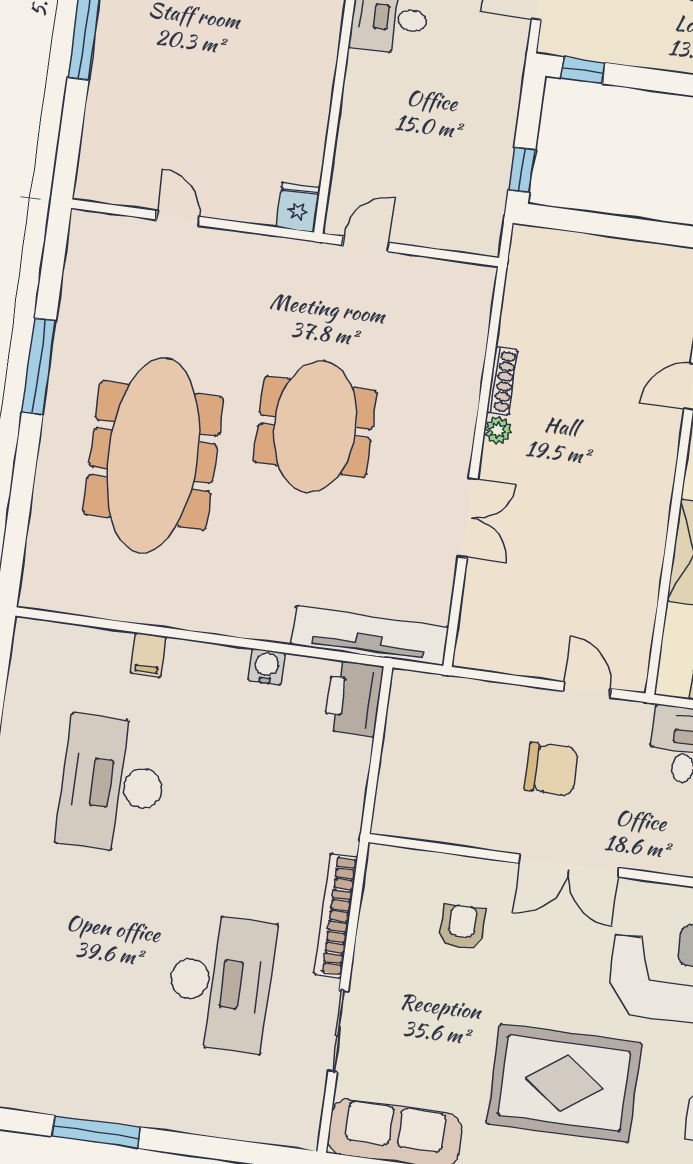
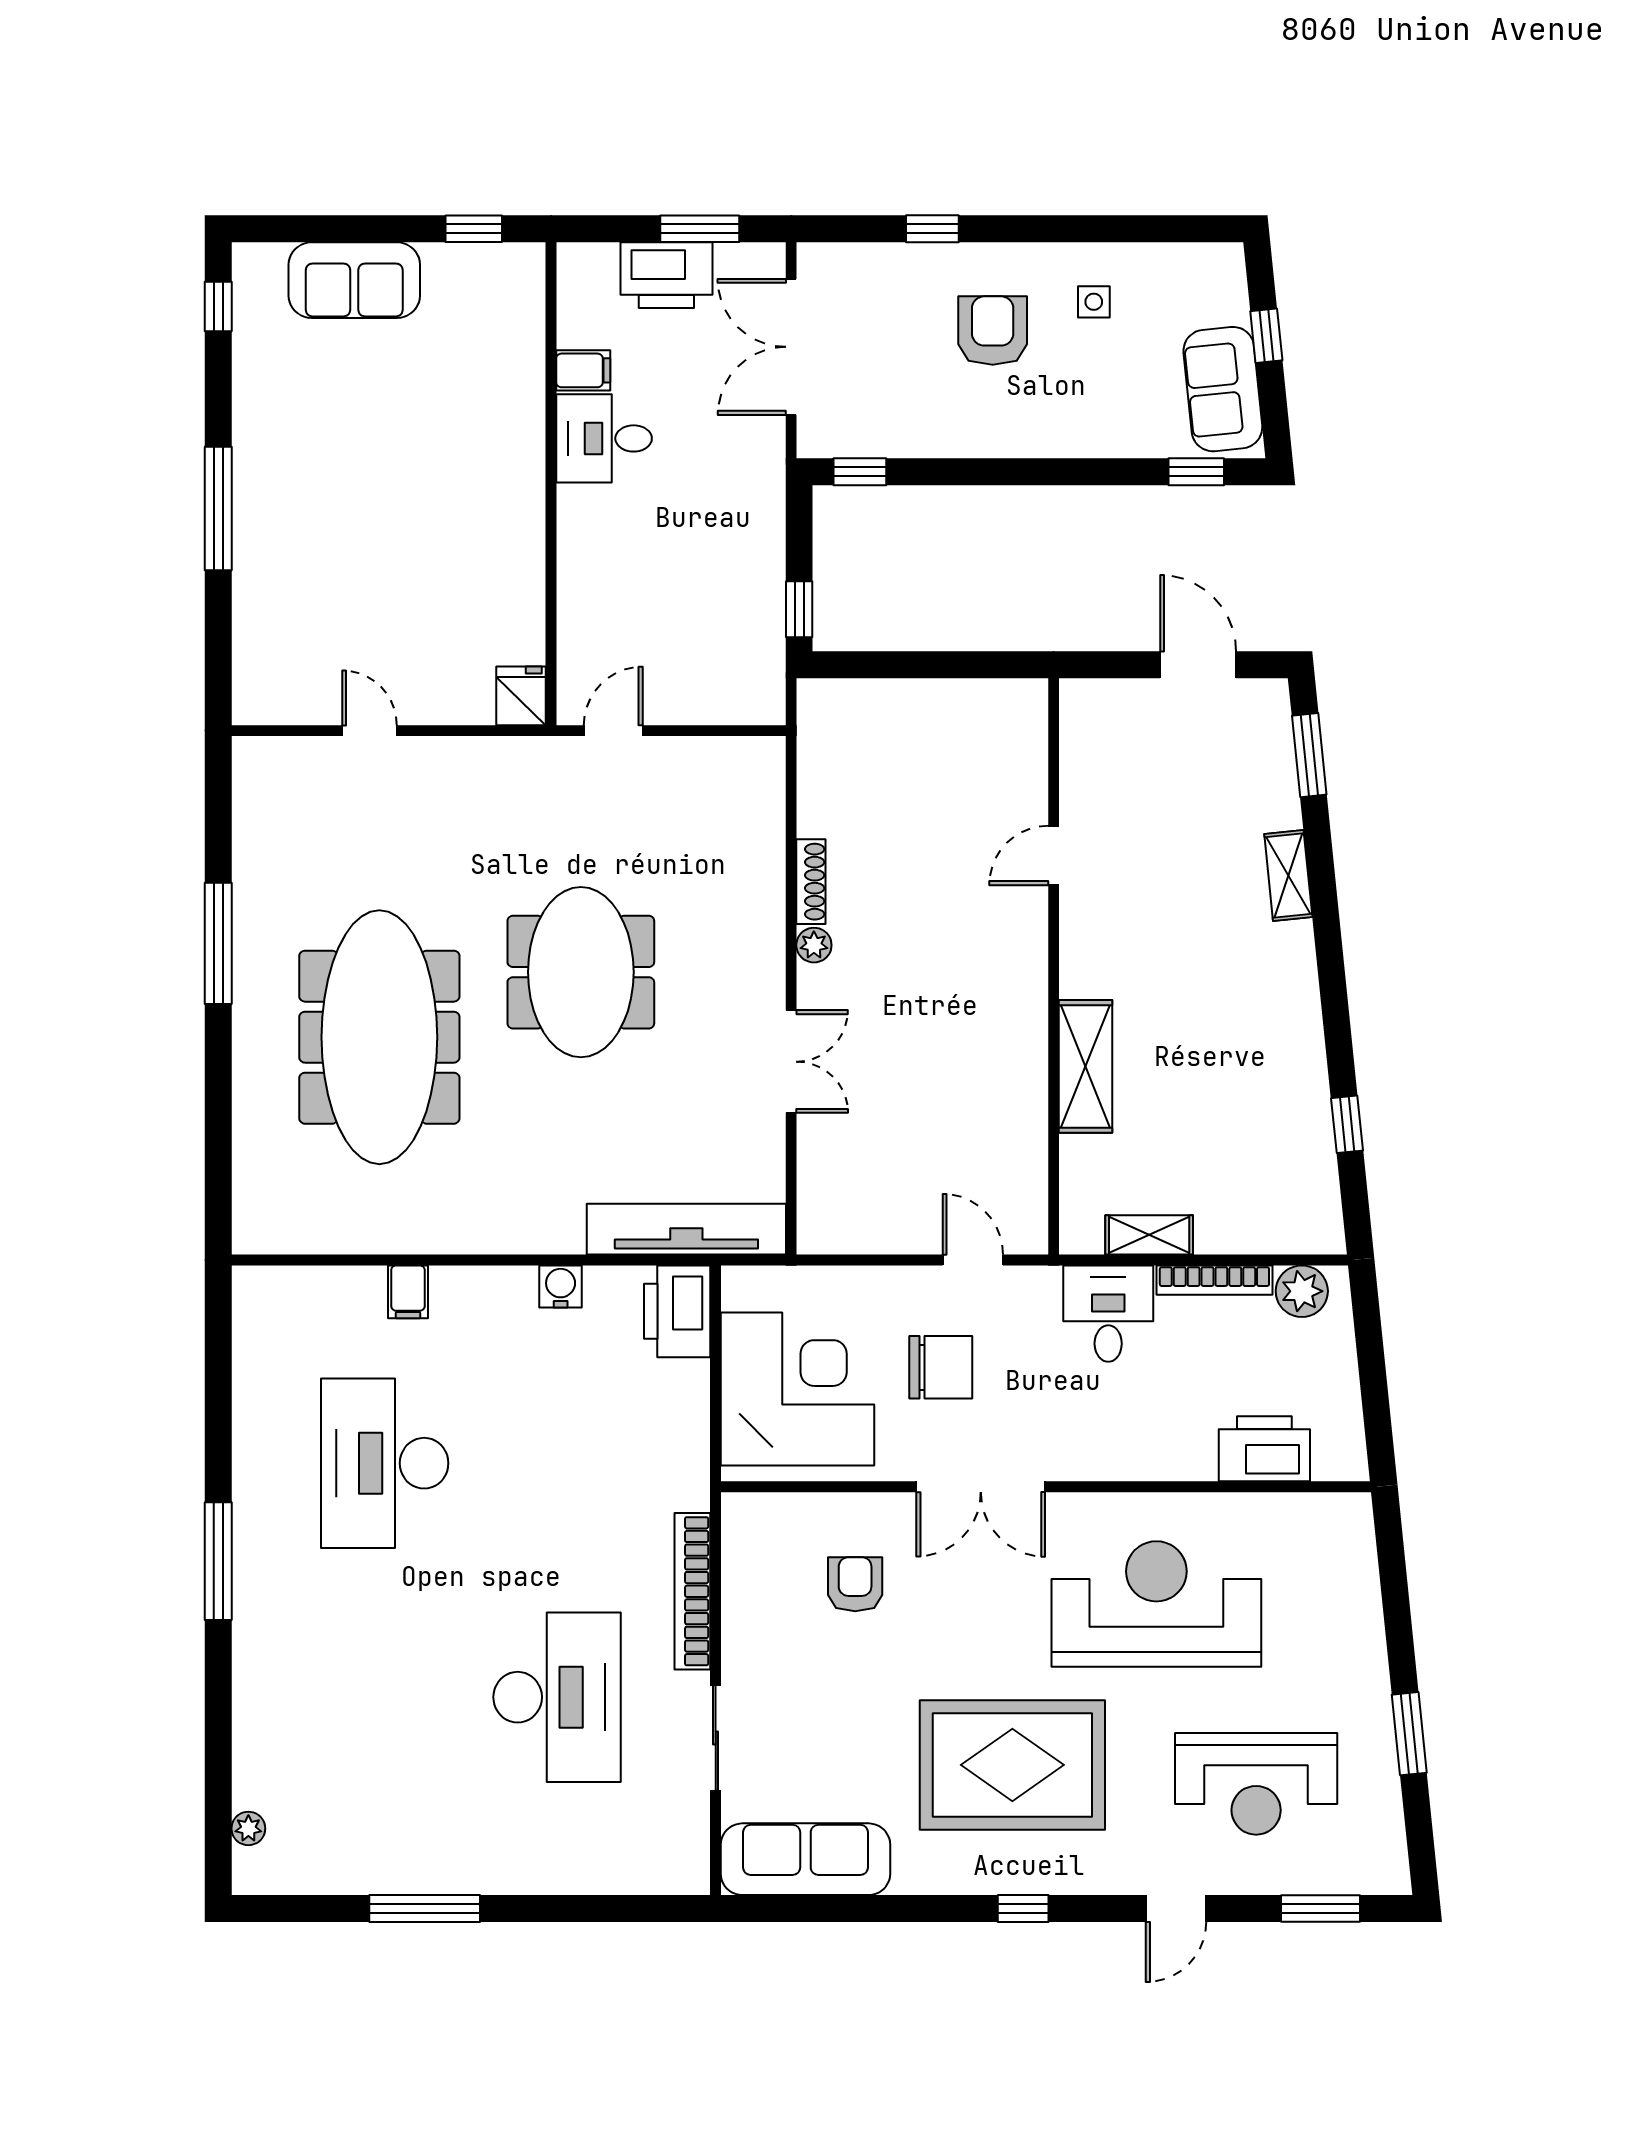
corner desk: (438, 771) -> (798, 1389), added

